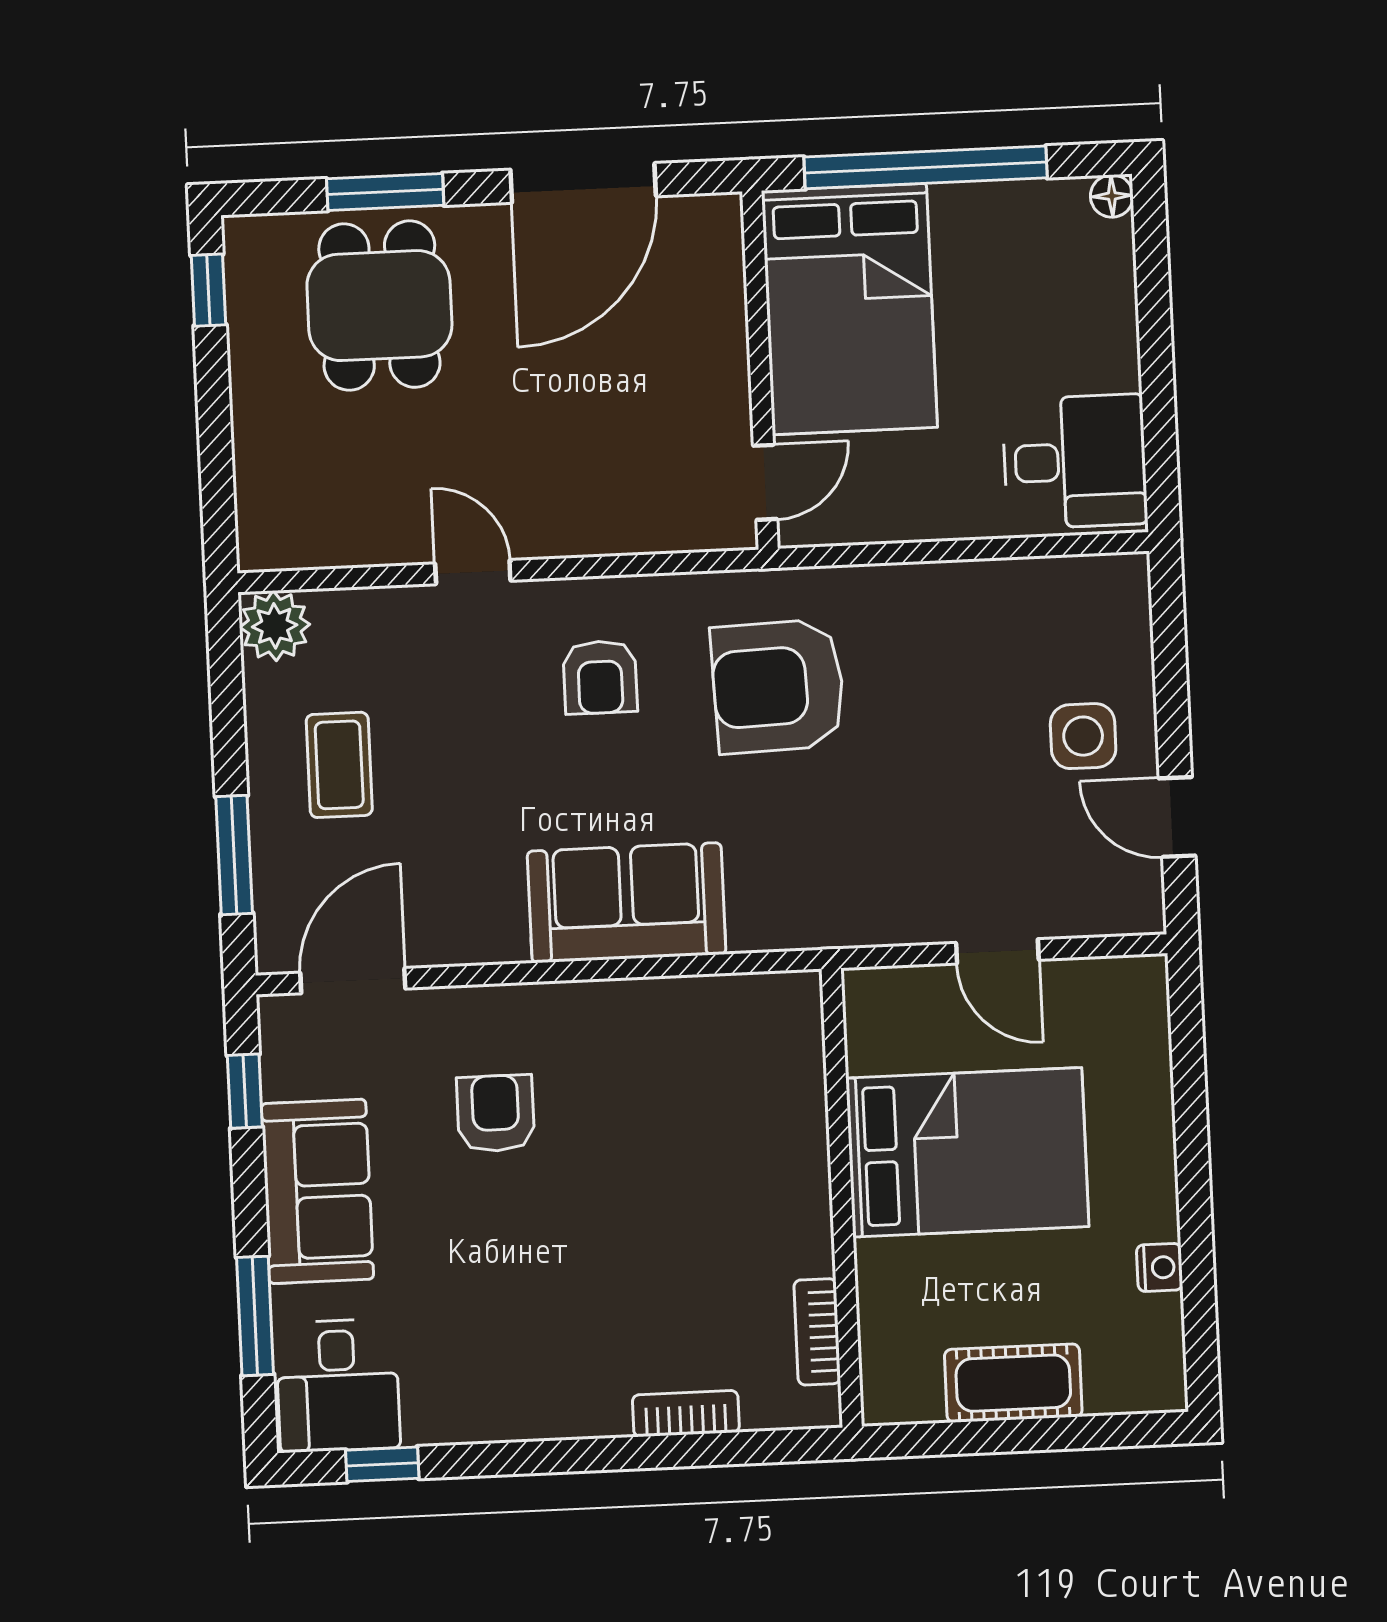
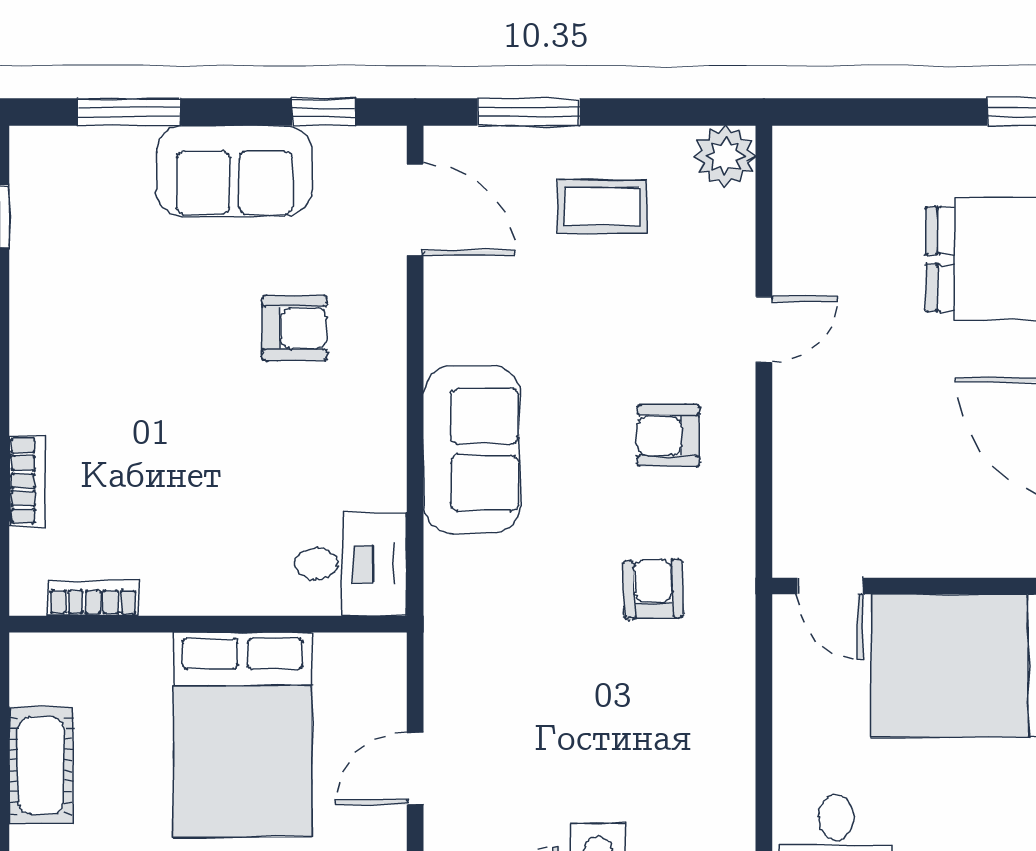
armchair: (778, 686) -> (653, 589), width x0.53, depth x0.53
desk: (338, 1386) -> (351, 564), moved, turned 180

